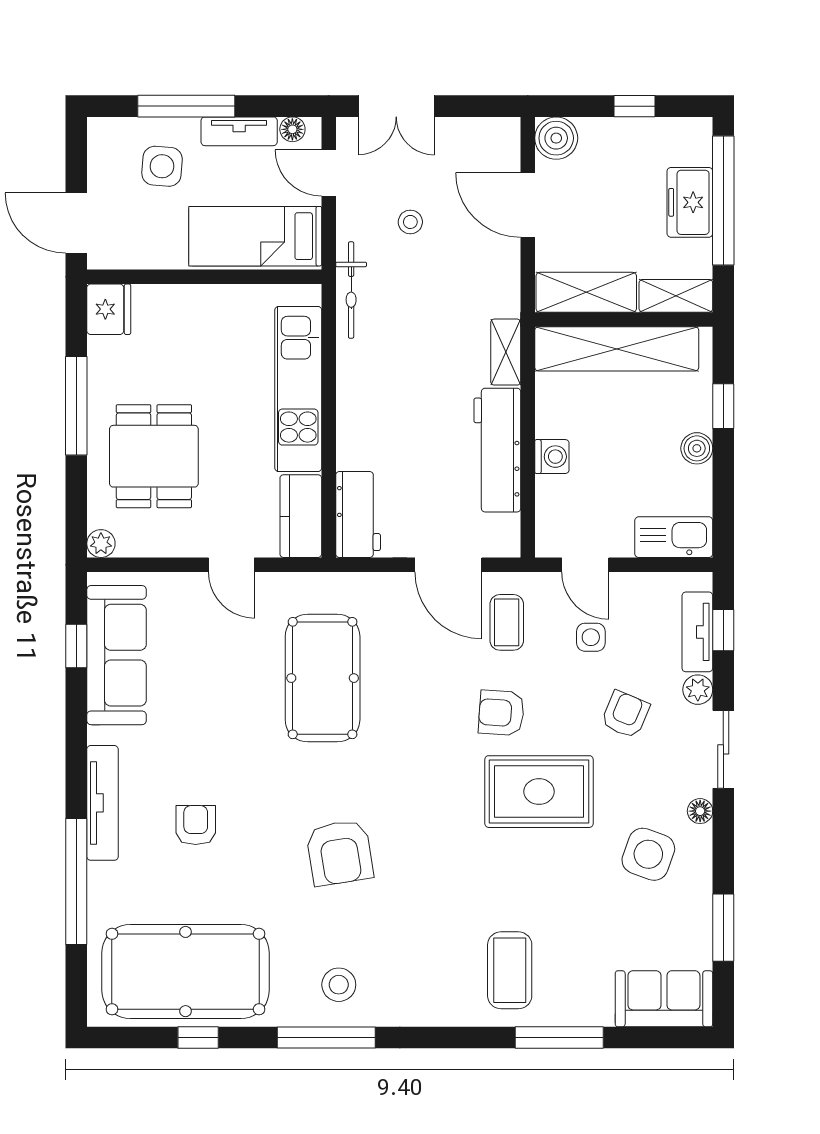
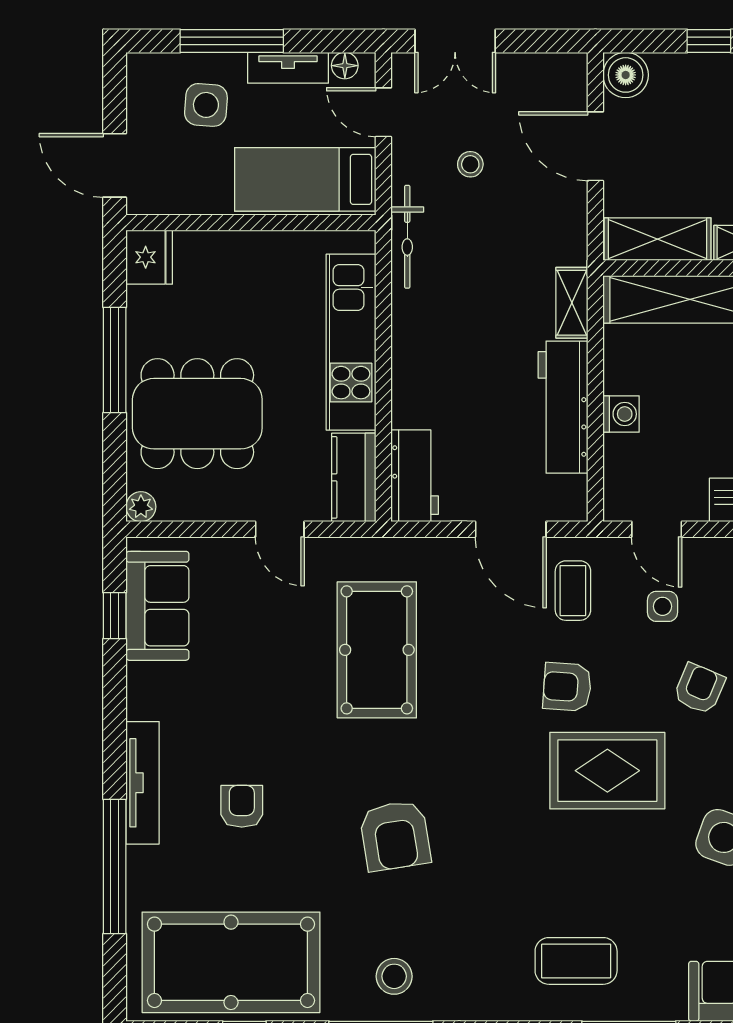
dining table: (154, 456) -> (197, 414), width x1.38
sofa: (117, 655) -> (157, 606), width x0.73
coffee table: (510, 970) -> (576, 961), turned 90

